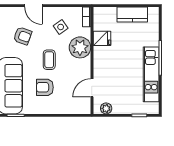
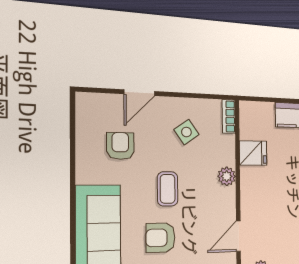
door: (33, 6) -> (139, 93), hinge flipped
armchair: (23, 36) -> (120, 146), turned -110
plant: (80, 47) -> (227, 176), width x0.53, depth x0.53

